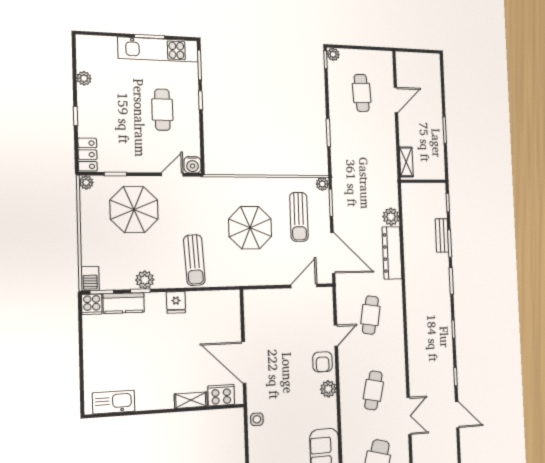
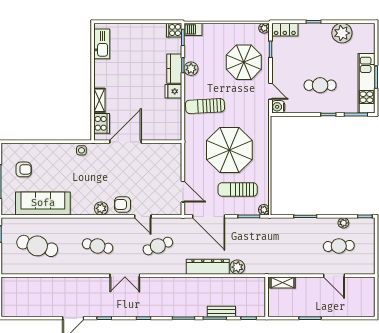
plant: (333, 54) -> (343, 223), moved
plant: (84, 78) -> (342, 33), width x1.87, depth x1.87
parasol: (250, 228) -> (229, 150), width x1.36, depth x1.36
door: (333, 253) -> (209, 216), hinge flipped
kitchen counter: (124, 303) -> (174, 69), moved
cafe table: (370, 315) -> (158, 246), turned -30
double door: (409, 416) -> (125, 276), moved

